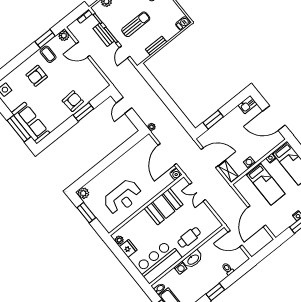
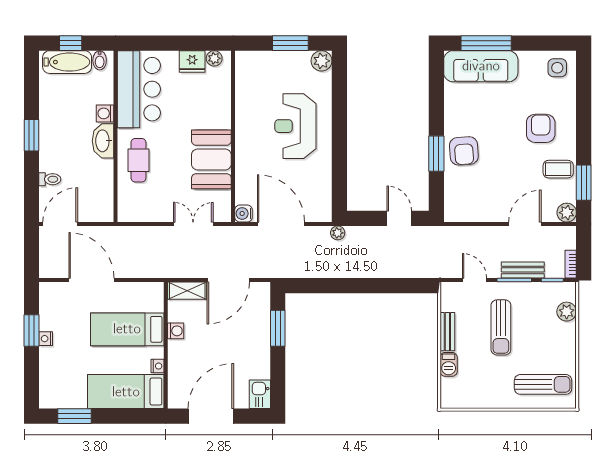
barbecue: (183, 23) -> (449, 364), moved
reception desk: (123, 197) -> (295, 126), moved
door: (235, 239) -> (60, 224), moved

